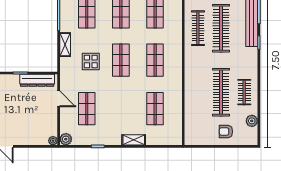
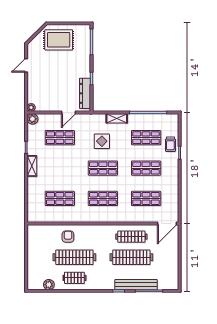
armchair: (226, 131) -> (68, 237), moved
shelving: (134, 140) -> (32, 166), moved

